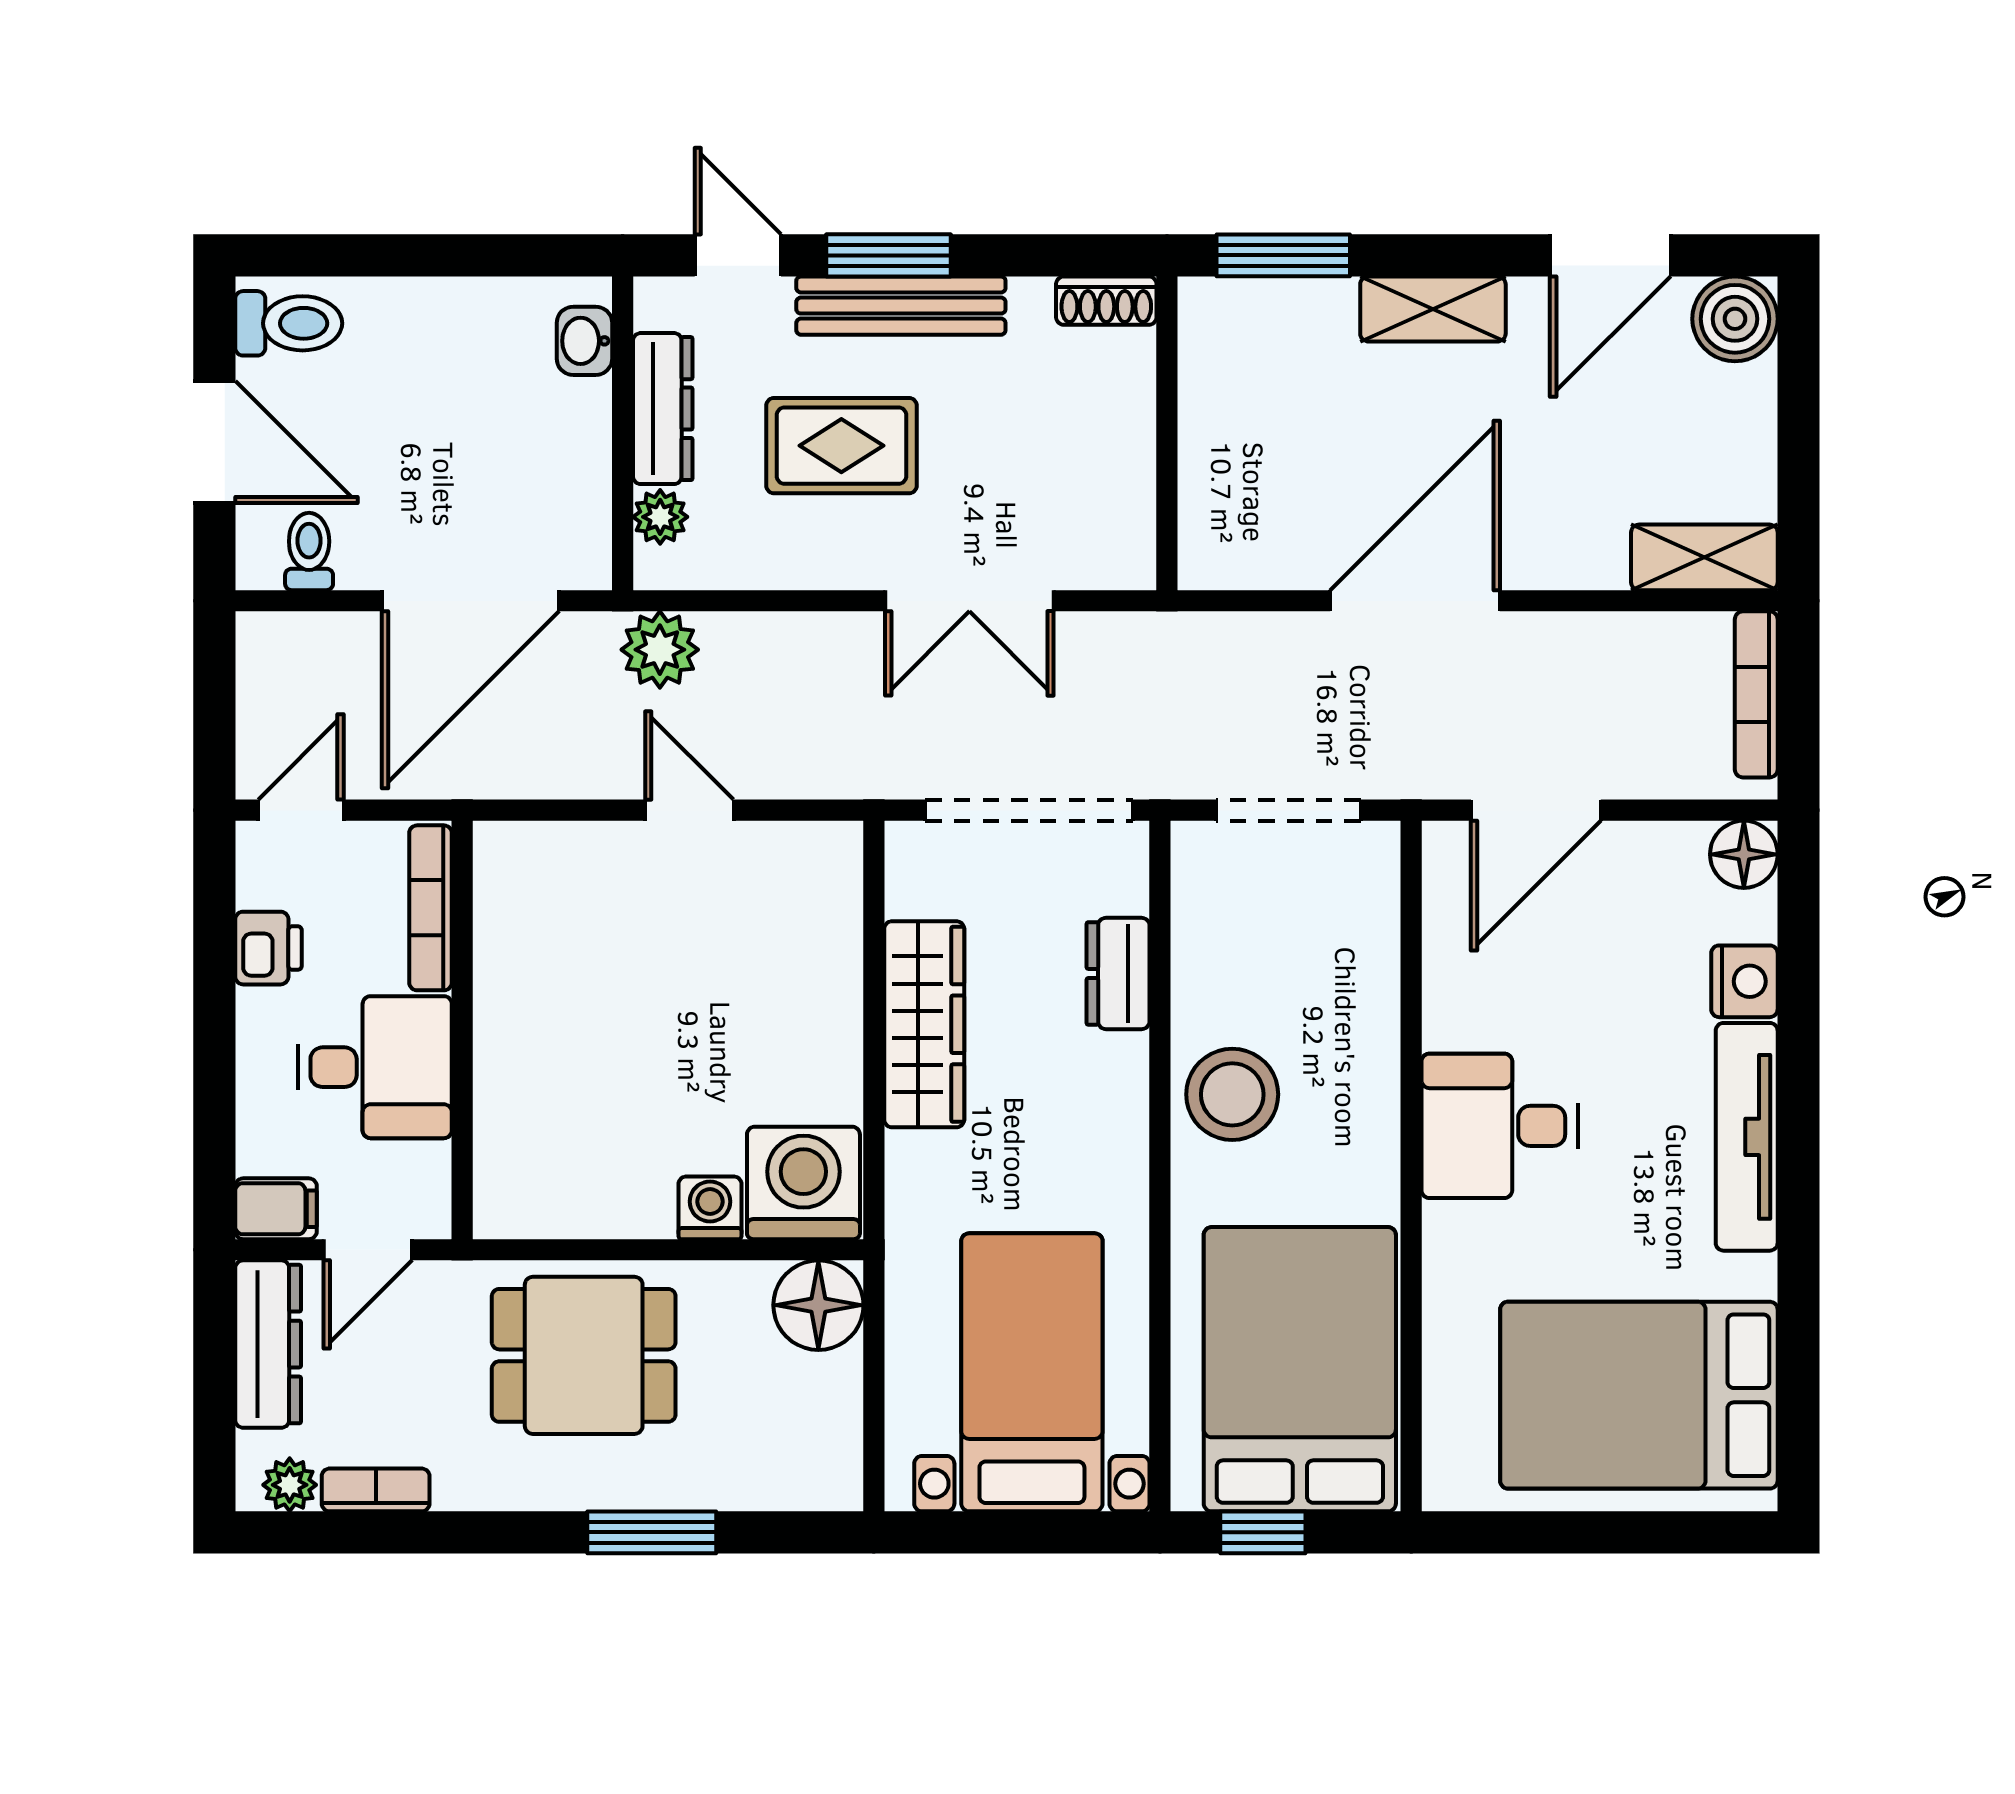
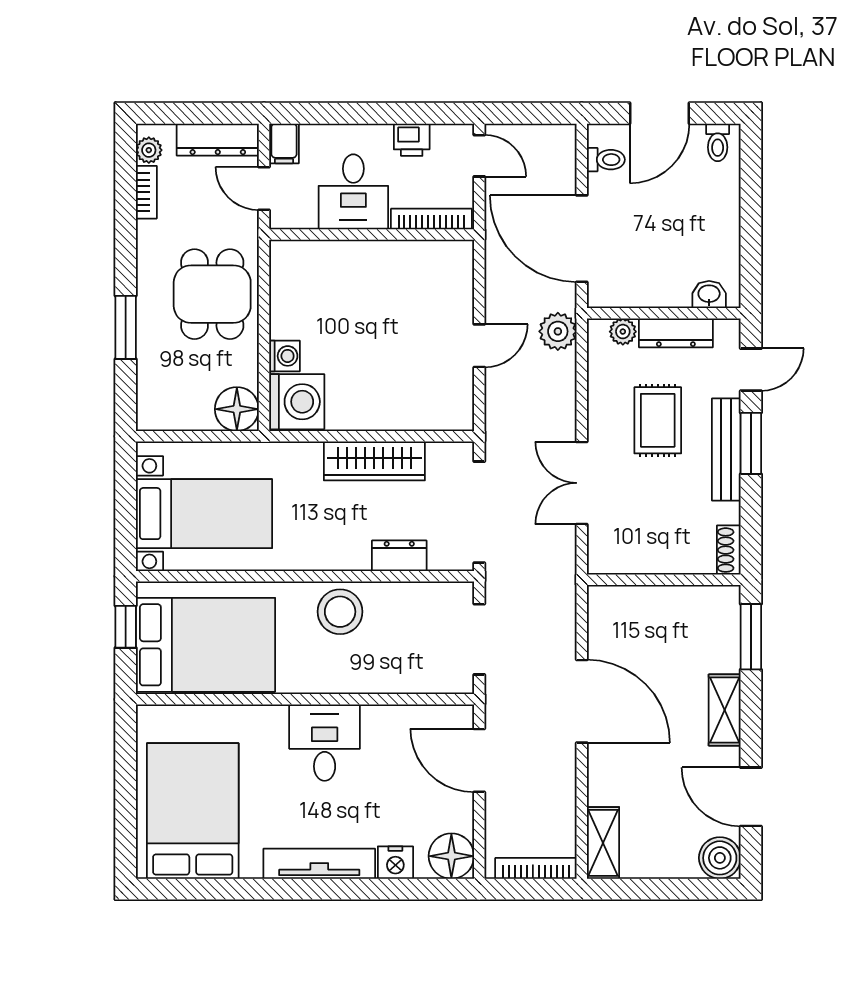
toilet: (289, 323) -> (718, 142), width x0.73, depth x0.72
floor lamp: (1744, 854) -> (451, 856), width x1.38, depth x1.38

